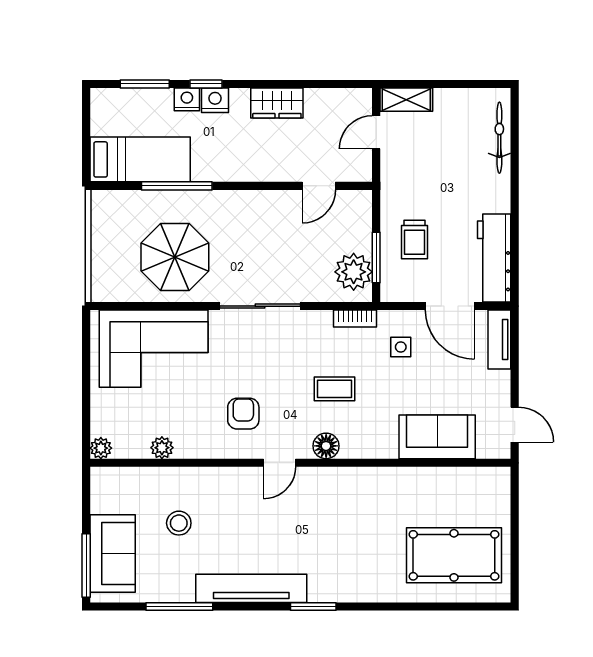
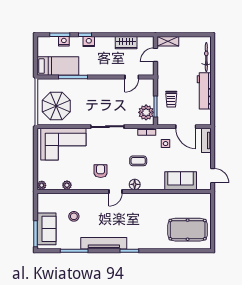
nightstand: (187, 99) -> (64, 41), moved
wardrobe: (277, 103) -> (126, 43), moved
parasol: (175, 257) -> (56, 106), moved
workbench: (494, 258) -> (204, 91), moved

